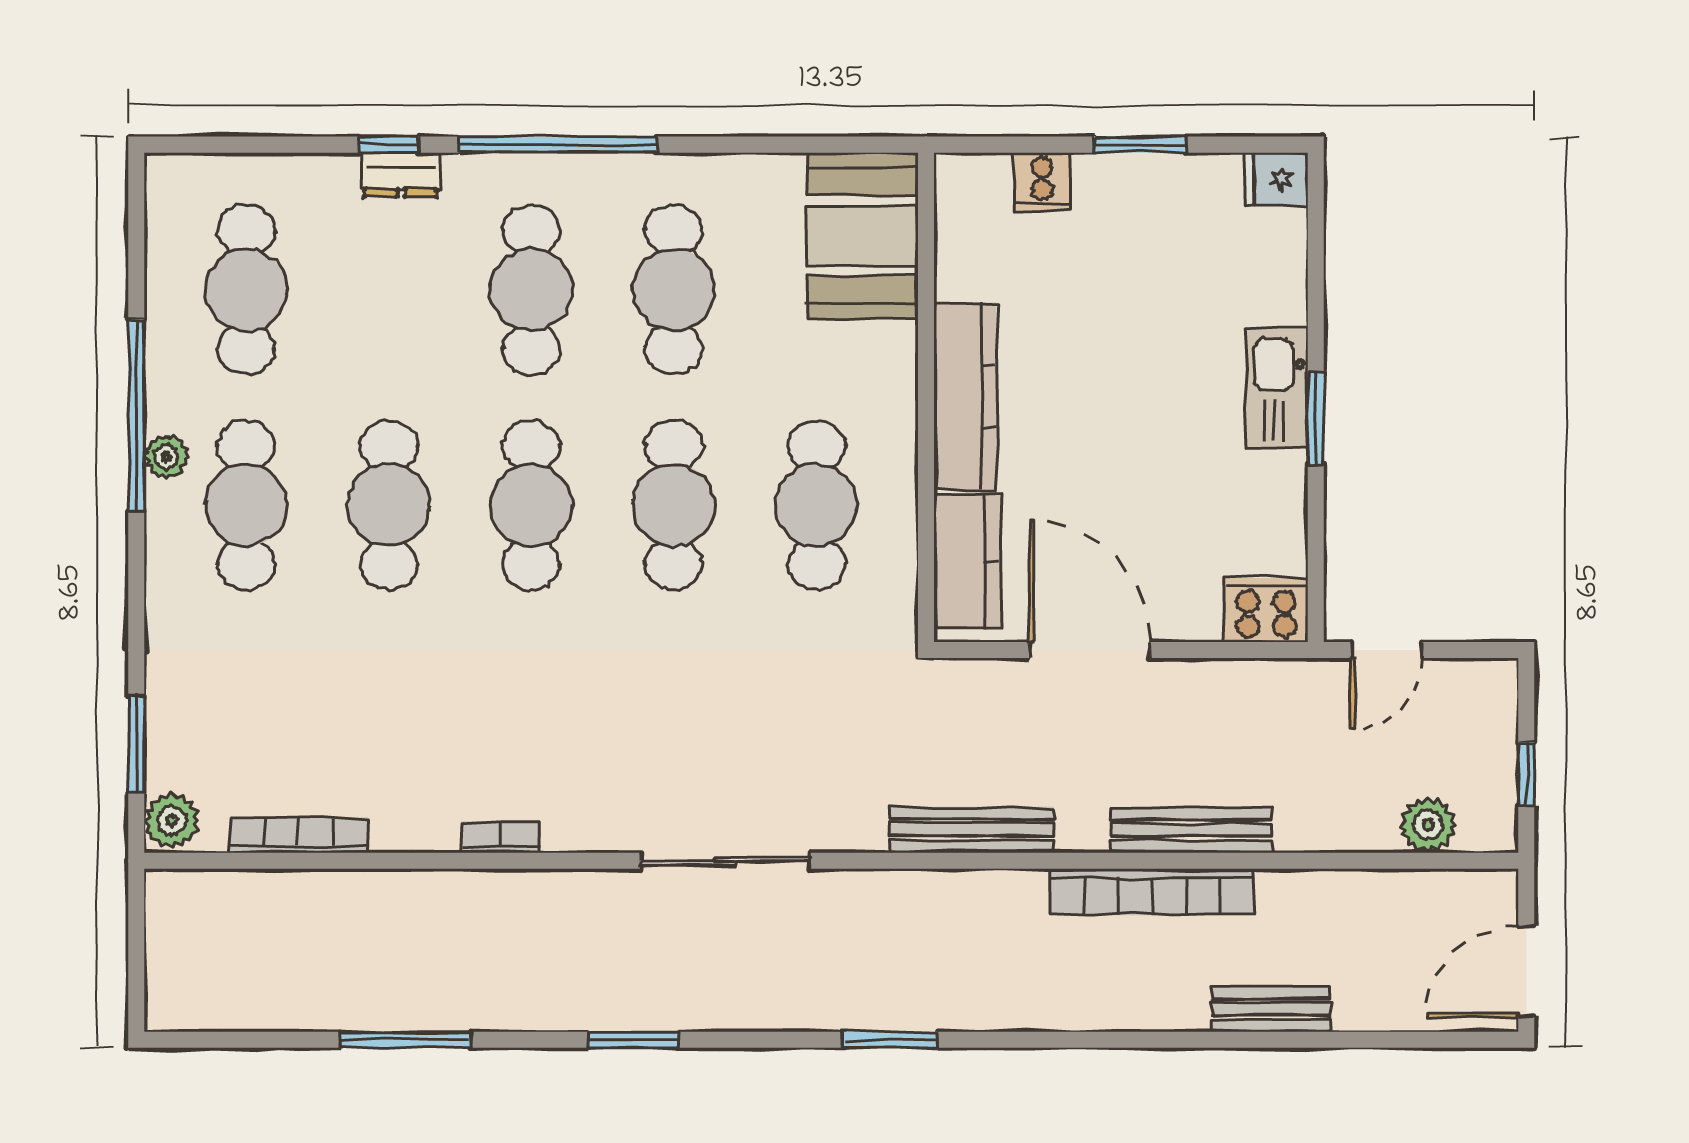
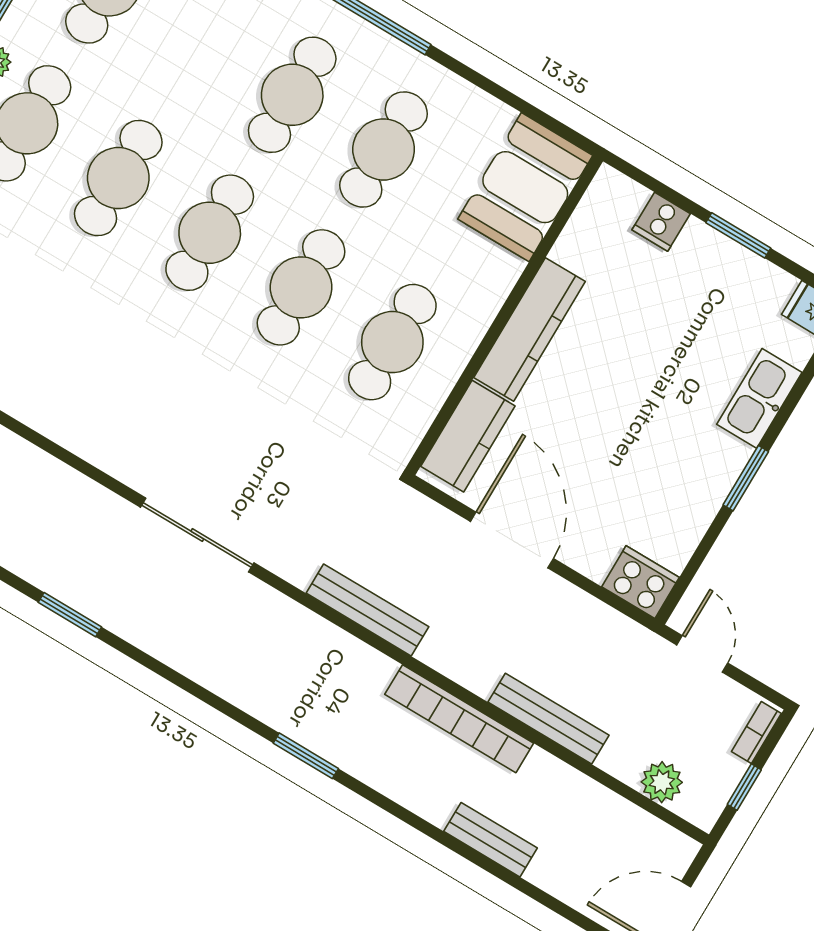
kitchen sink: (1277, 388) -> (759, 398), moved
door: (1387, 650) -> (702, 654), swing flipped
bench: (1191, 830) -> (548, 719), moved
bookcase: (501, 837) -> (756, 732), moved, turned -90
window: (890, 1040) -> (306, 756), moved

